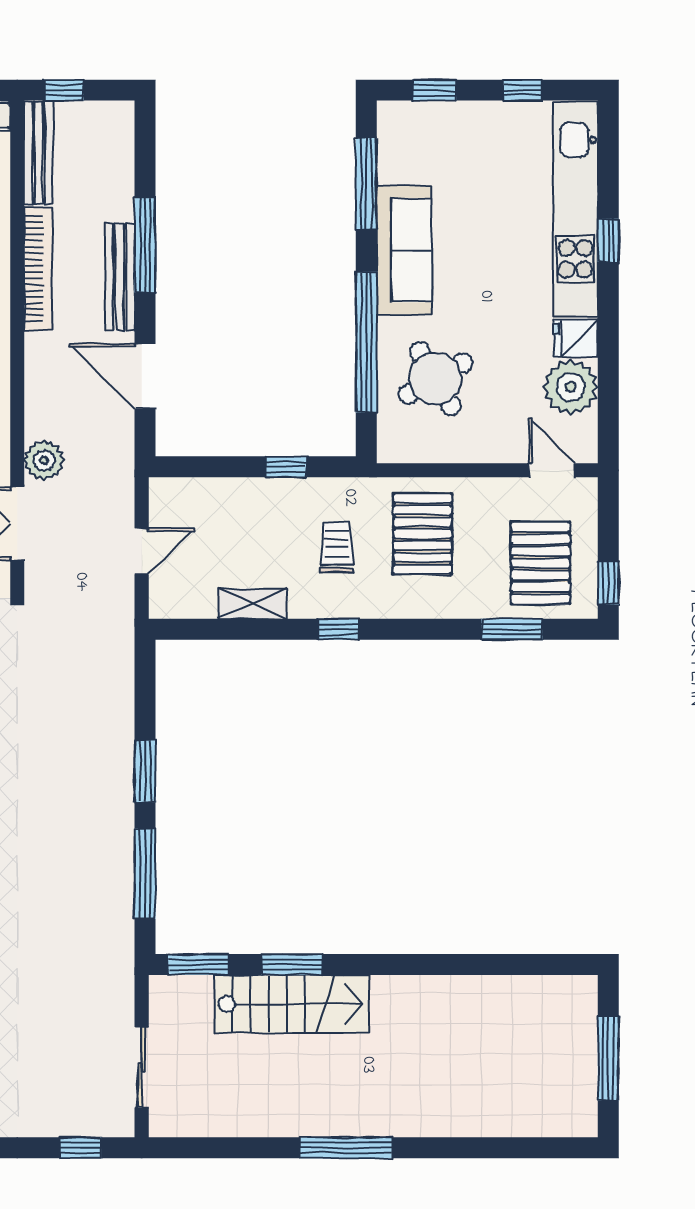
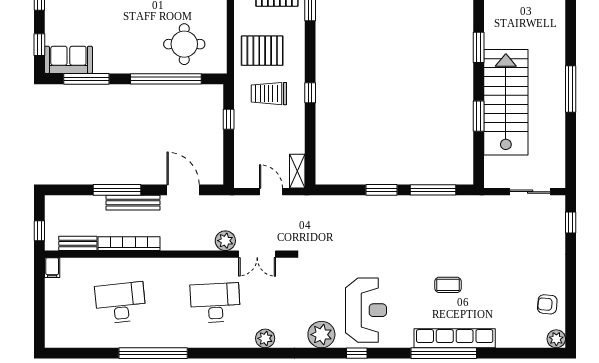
bench: (39, 153) -> (78, 243), width x0.73
sofa: (404, 250) -> (68, 60), moved, width x0.73
door: (145, 376) -> (183, 190), swing flipped
round table: (435, 379) -> (184, 44), turned 30
trolley: (337, 547) -> (269, 94), width x1.36, depth x1.39
shelving: (252, 604) -> (297, 171), moved
window: (198, 965) -> (479, 47), moved
stairs: (292, 1004) -> (506, 102), width x1.36, depth x1.51

